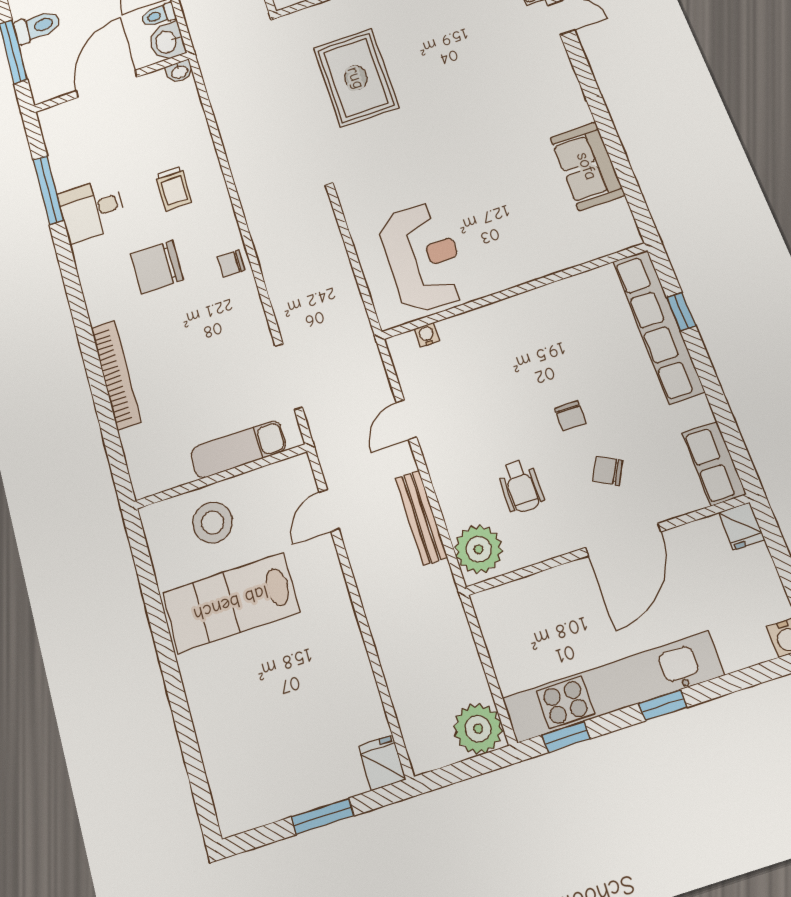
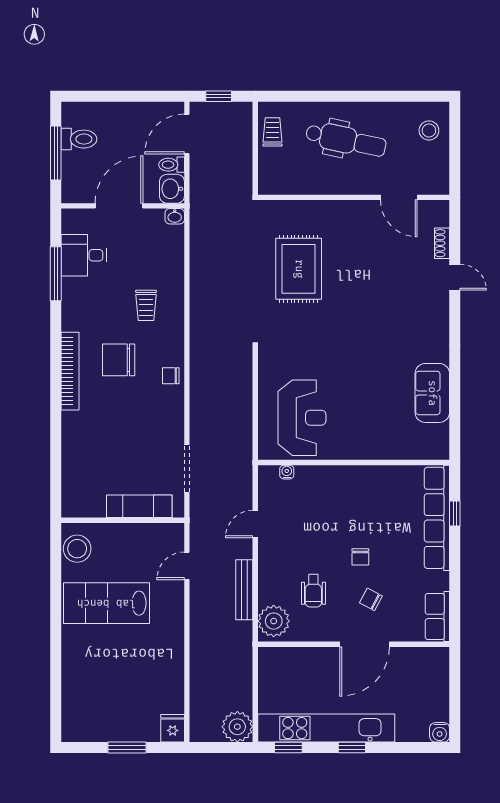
desk: (92, 210) -> (84, 255), moved
bookcase: (116, 375) -> (70, 371), moved
stool: (213, 523) -> (77, 549), moved
fridge: (742, 526) -> (439, 660), removed

